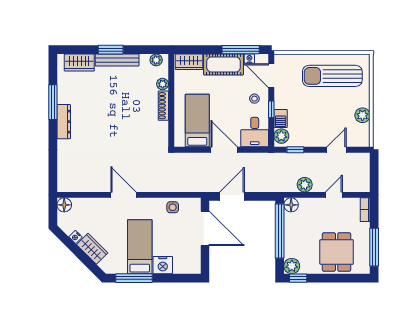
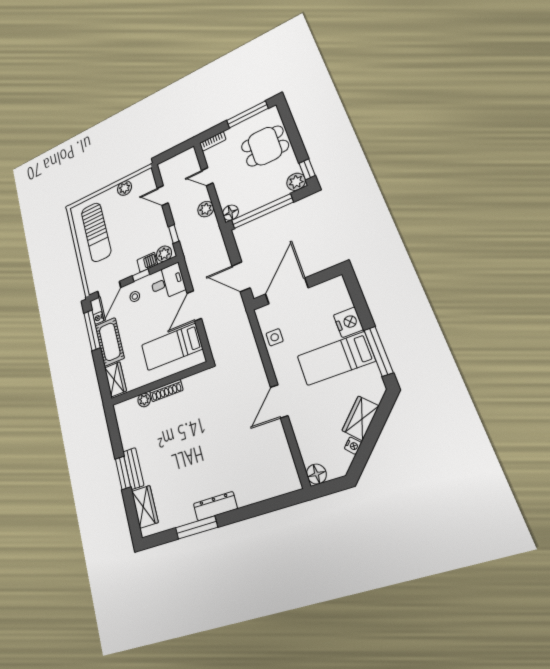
bench: (117, 60) -> (133, 468), width x0.73
plant: (156, 60) -> (122, 416), removed

